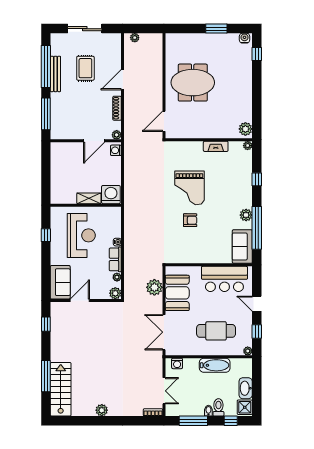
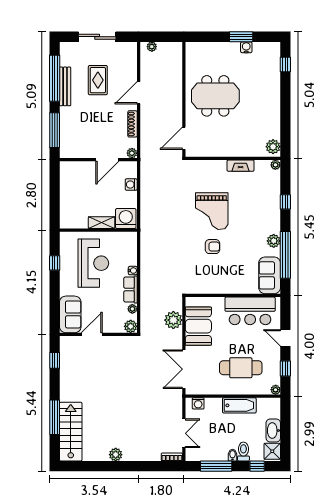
water cooler: (245, 38) -> (246, 47), moved
washing machine: (116, 150) -> (131, 185), moved

